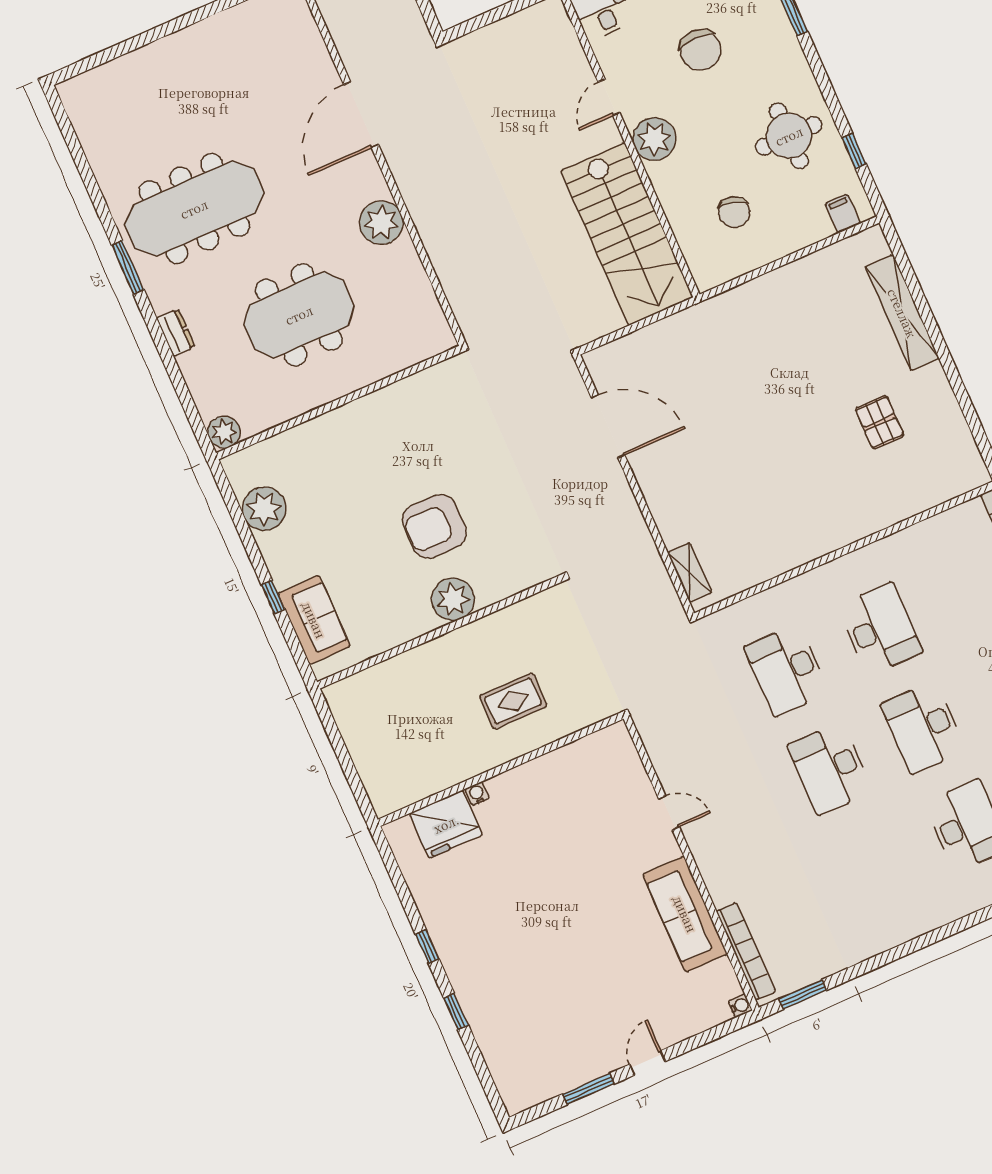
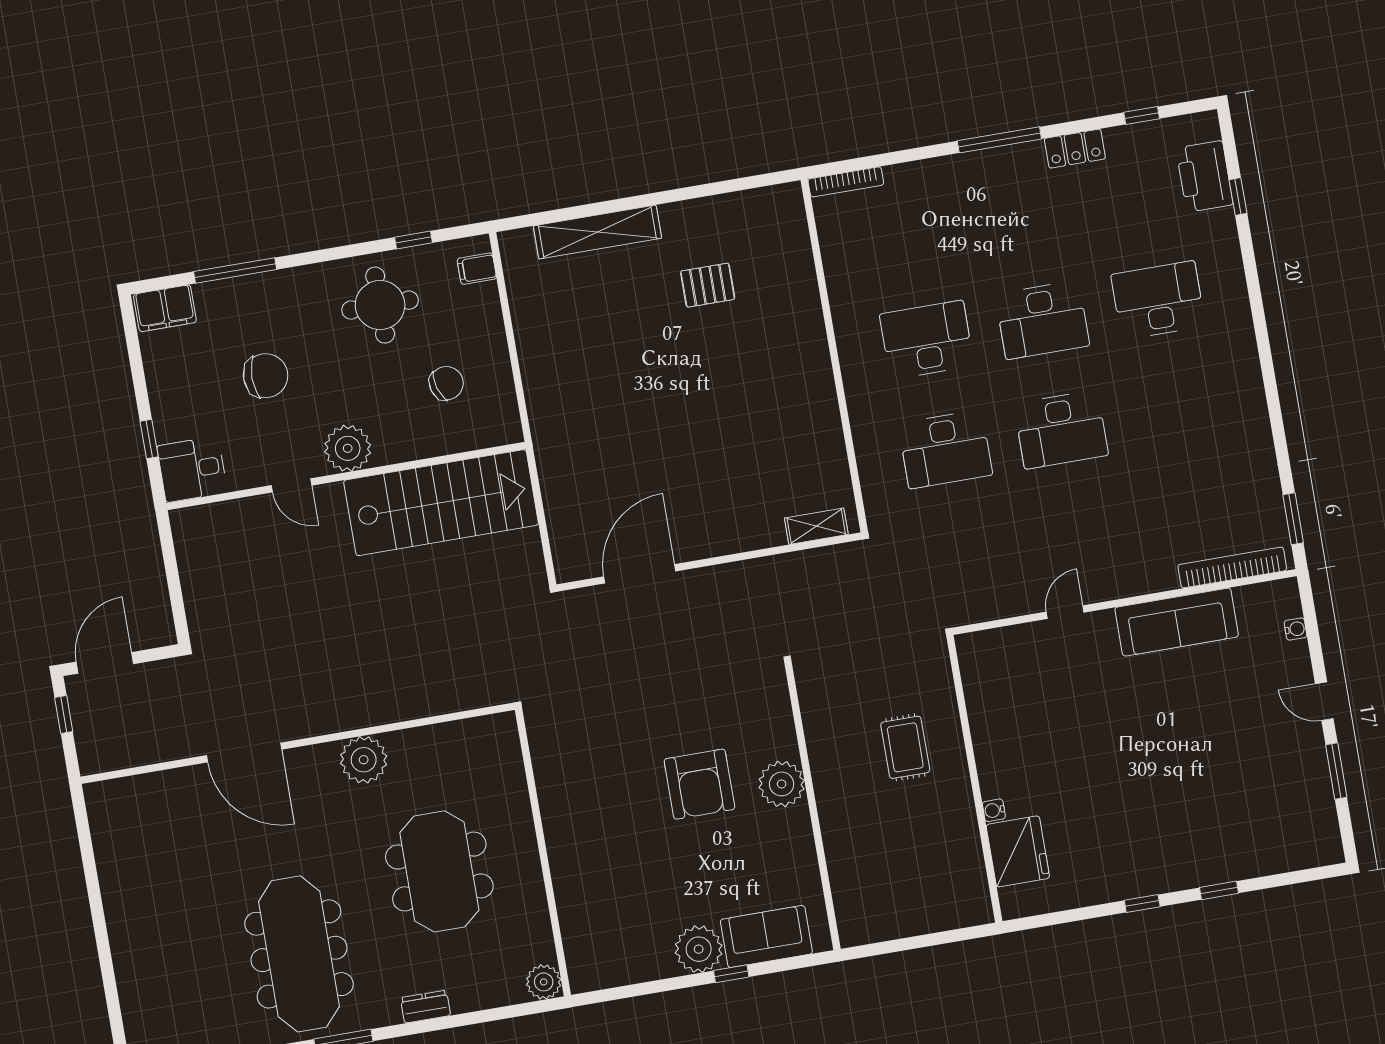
chair: (734, 212) -> (446, 383), turned -33
plant: (264, 509) -> (699, 949), moved
water cooler: (740, 1006) -> (1295, 629), moved, turned 90

